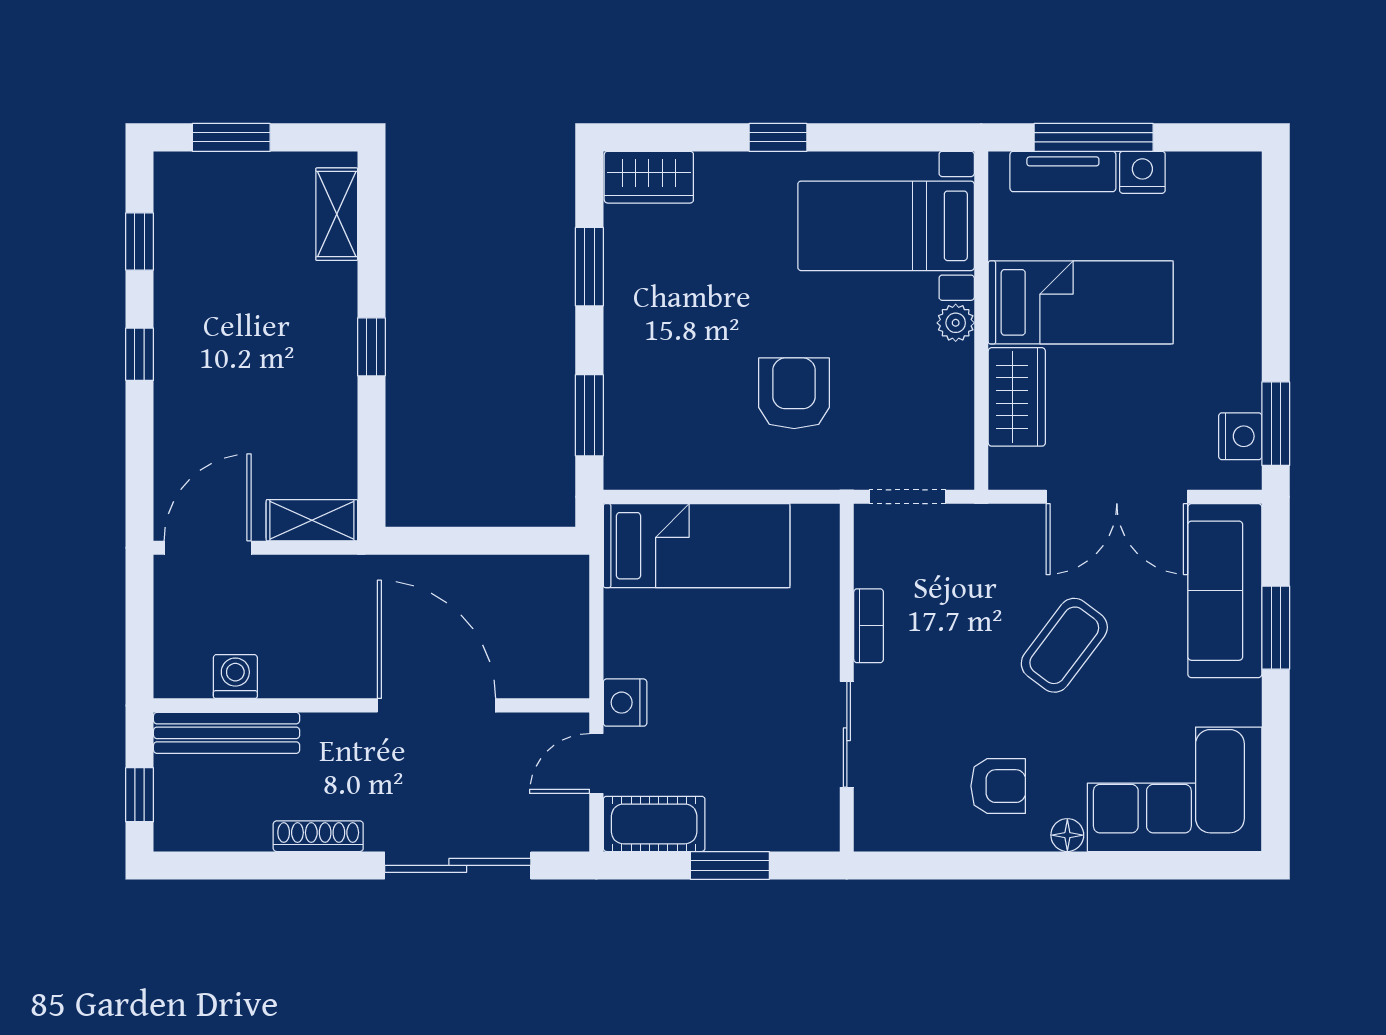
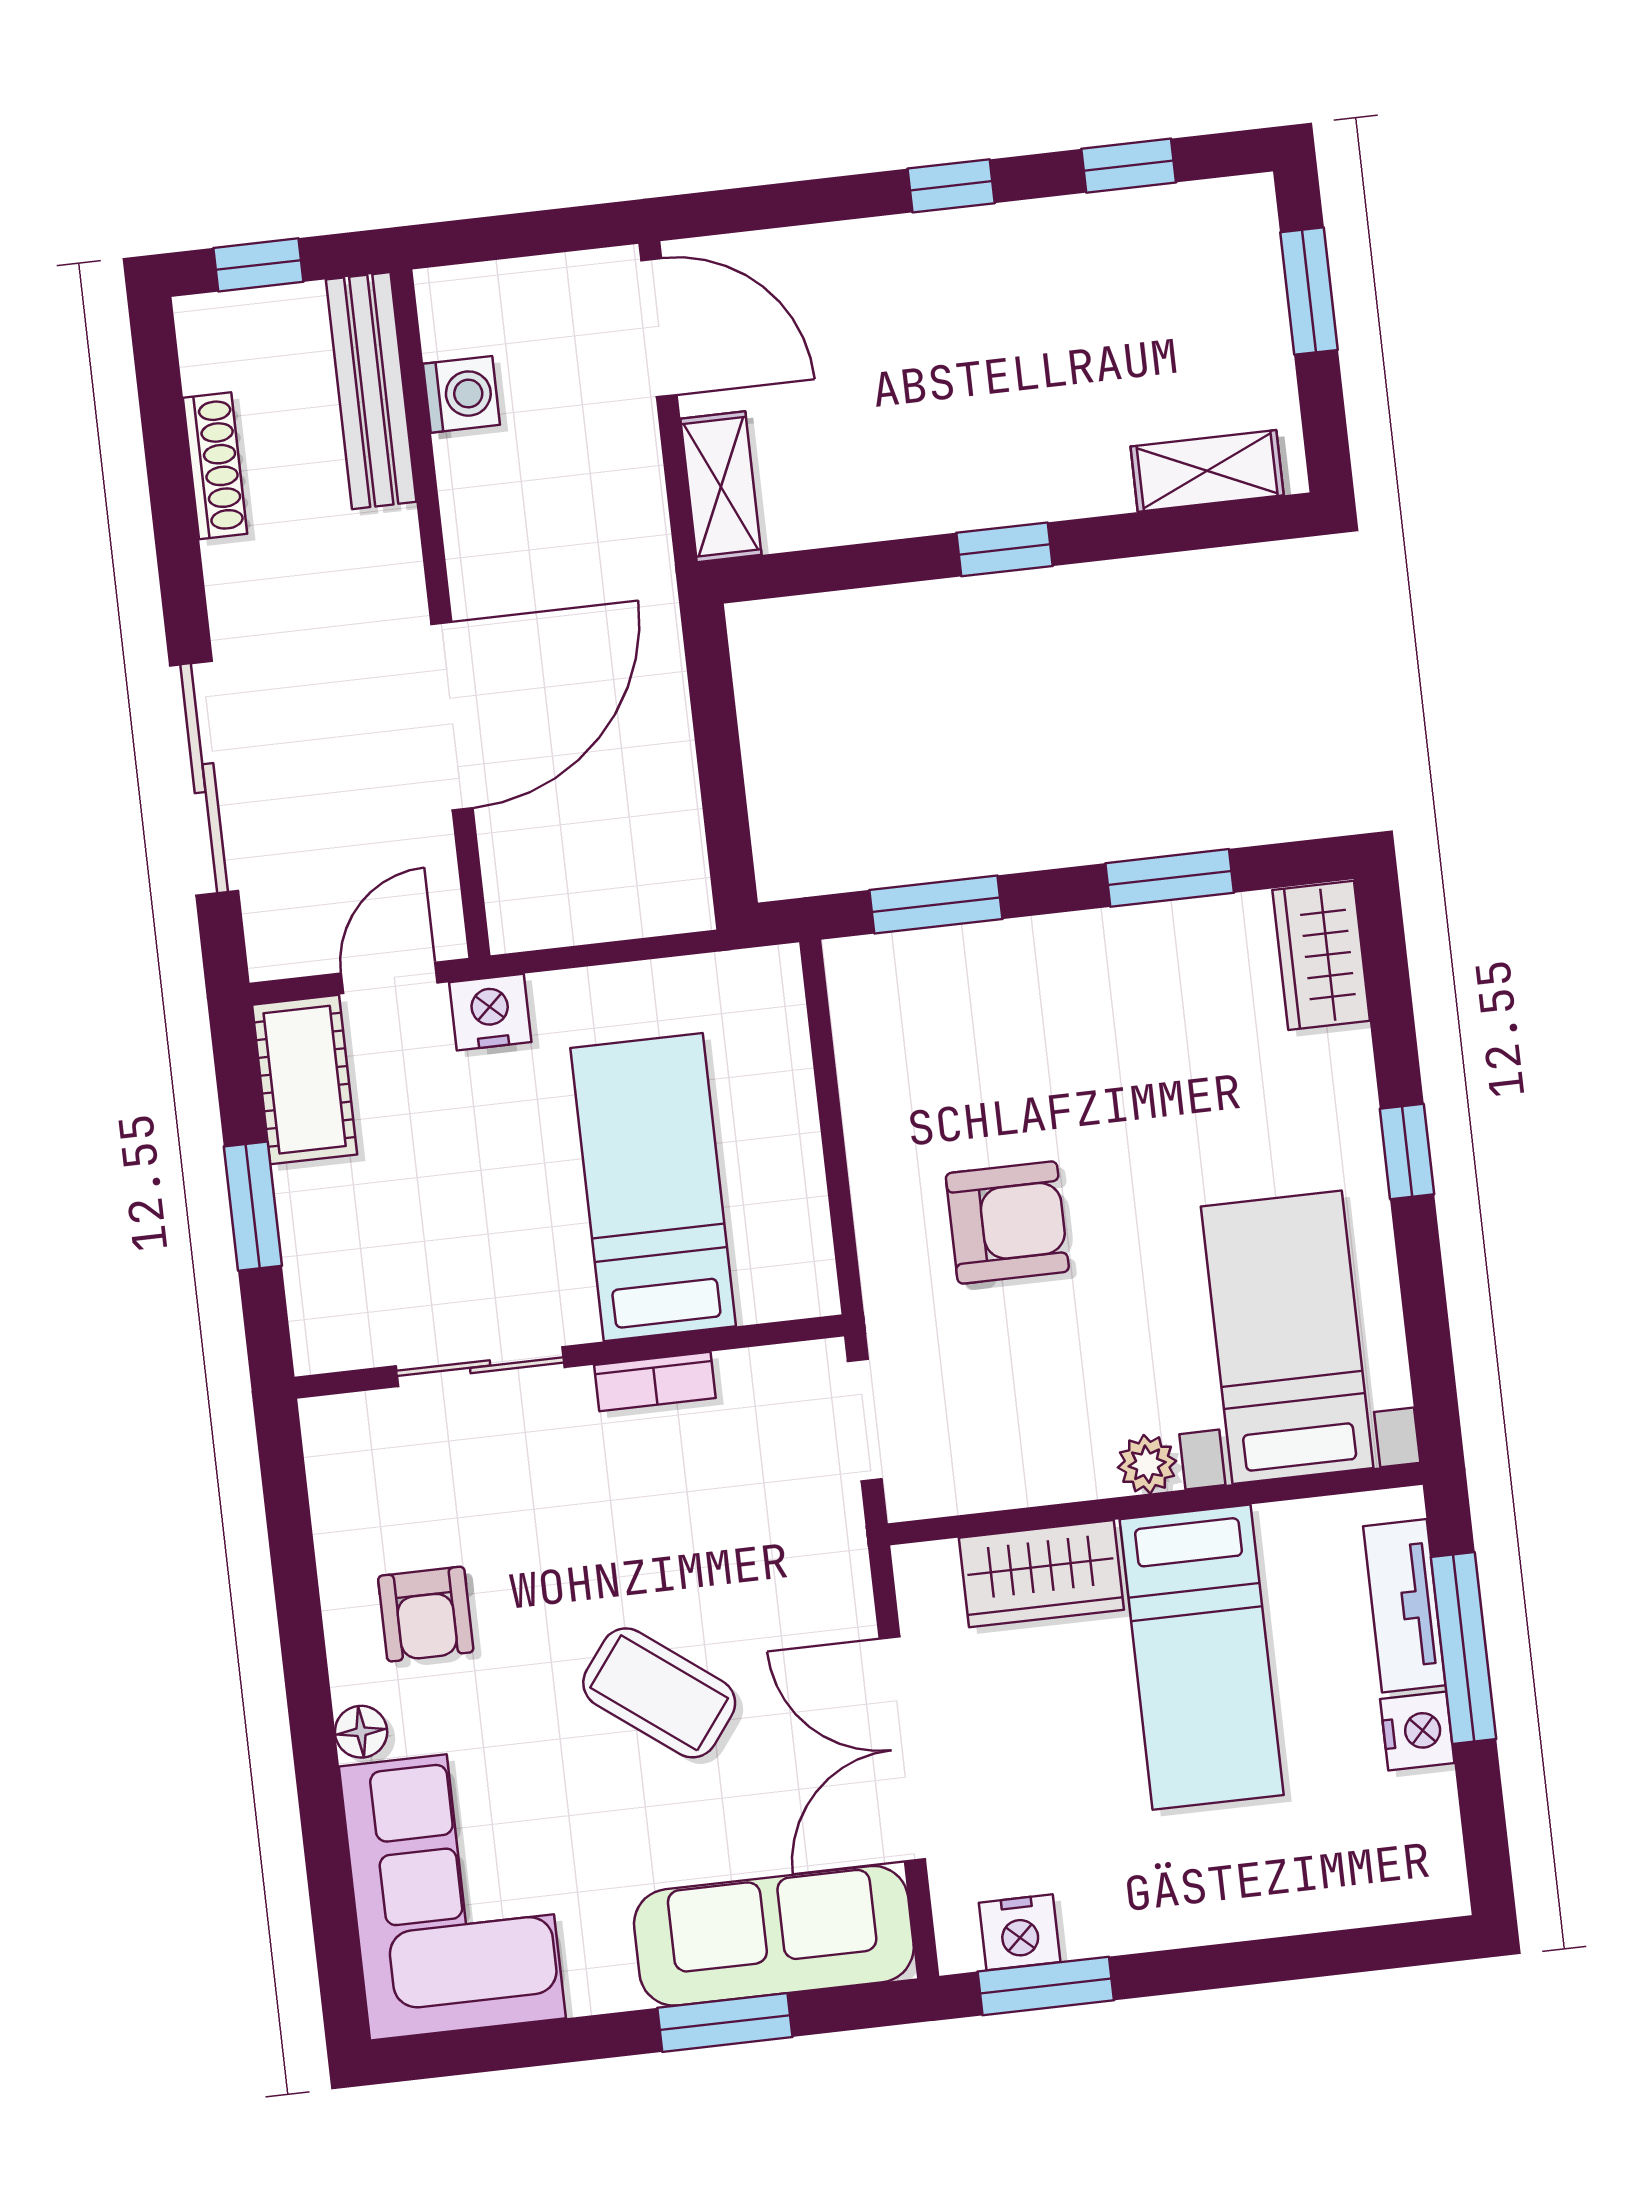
bed: (697, 546) -> (653, 1187), moved, turned 180
door: (596, 764) -> (389, 978), hinge flipped
shoe rack: (318, 836) -> (215, 466), moved

